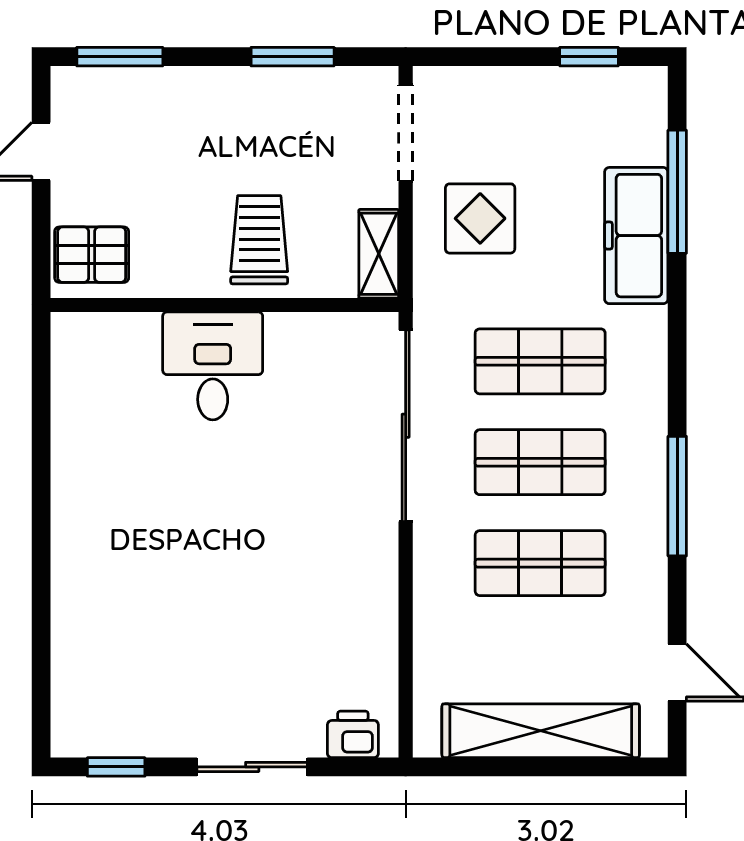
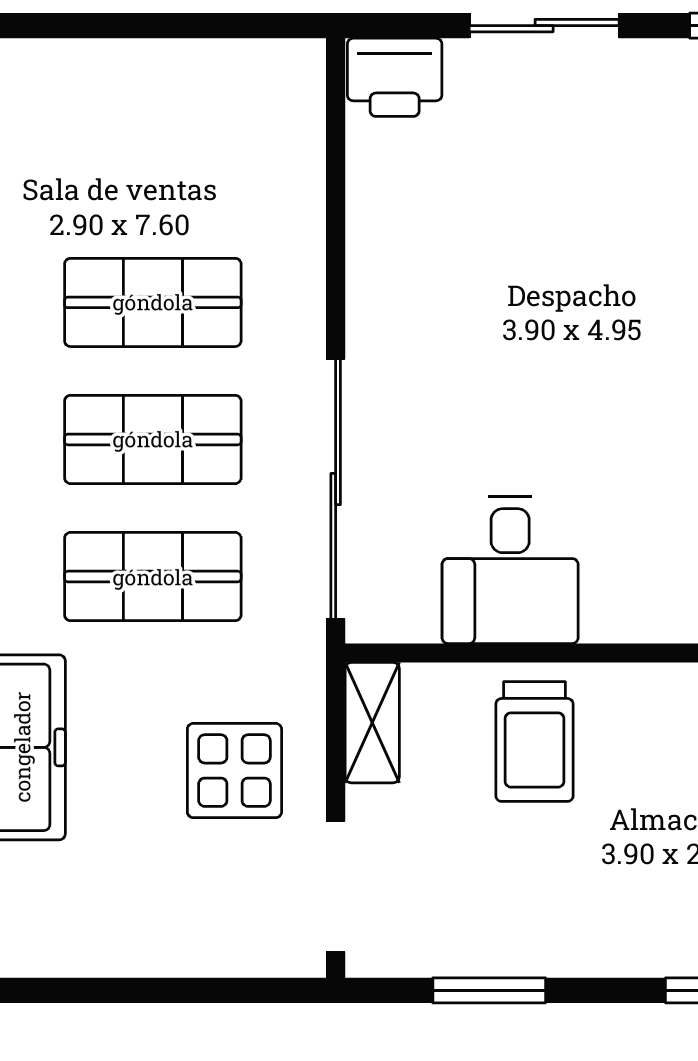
window: (589, 57) -> (87, 990), removed
desk: (213, 366) -> (510, 570), moved
shelving: (541, 731) -> (152, 75), removed
printer: (353, 734) -> (395, 77), width x1.36, depth x1.24

